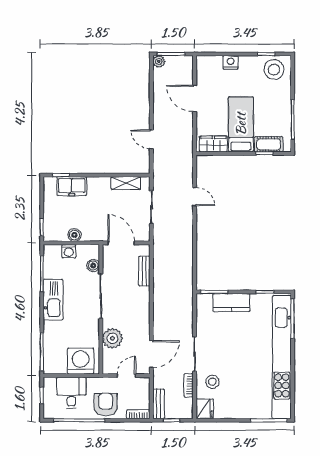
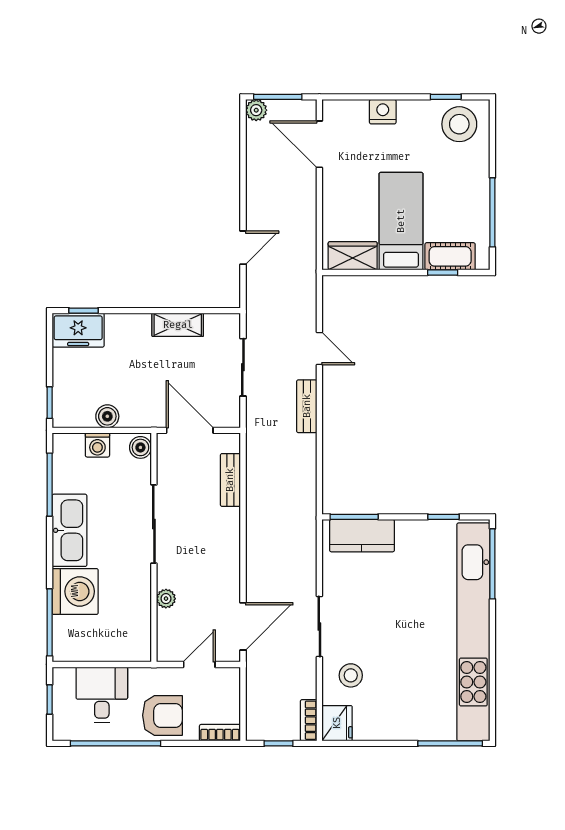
door: (195, 99) -> (319, 144), moved
door: (151, 139) -> (243, 248), swing flipped
shelving: (126, 183) -> (178, 325), moved
freezer: (72, 186) -> (78, 330), moved
boiler: (93, 265) -> (140, 447), moved
kitchen counter: (231, 303) -> (362, 536), moved
plant: (112, 338) -> (166, 599), width x0.53, depth x0.53
washing machine: (81, 361) -> (75, 591), moved, turned 90
bookcase: (188, 385) -> (309, 720), moved
armchair: (106, 404) -> (162, 715), turned 90
bench: (158, 404) -> (307, 406), moved

